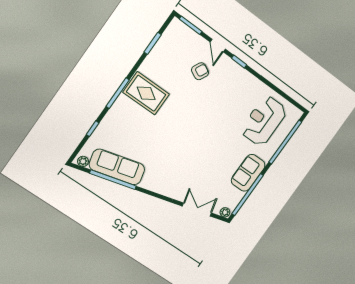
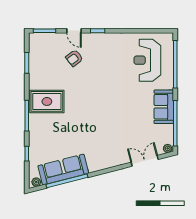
armchair: (200, 71) -> (74, 58), turned -153

